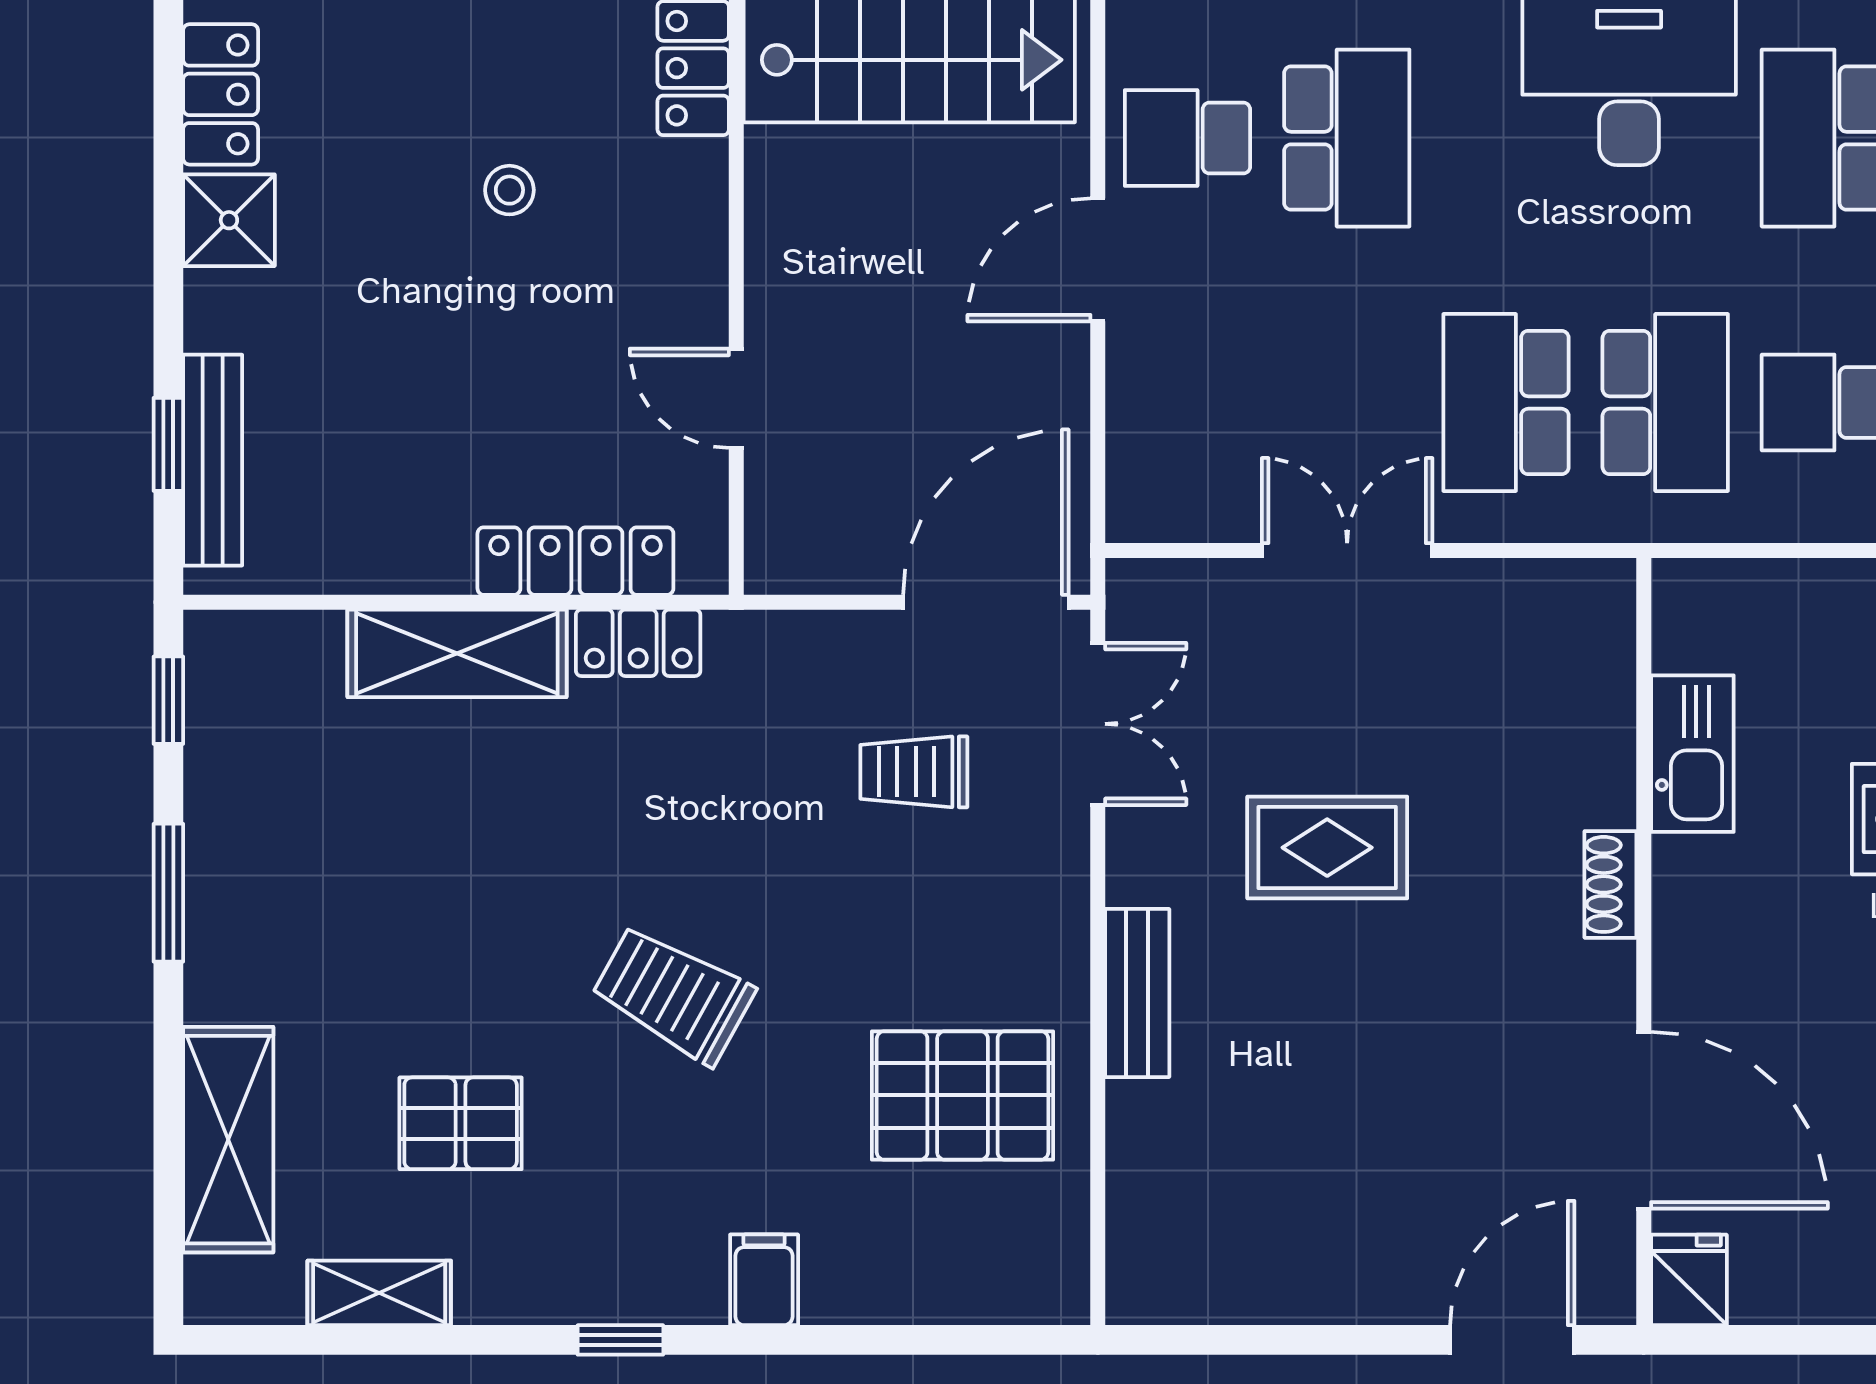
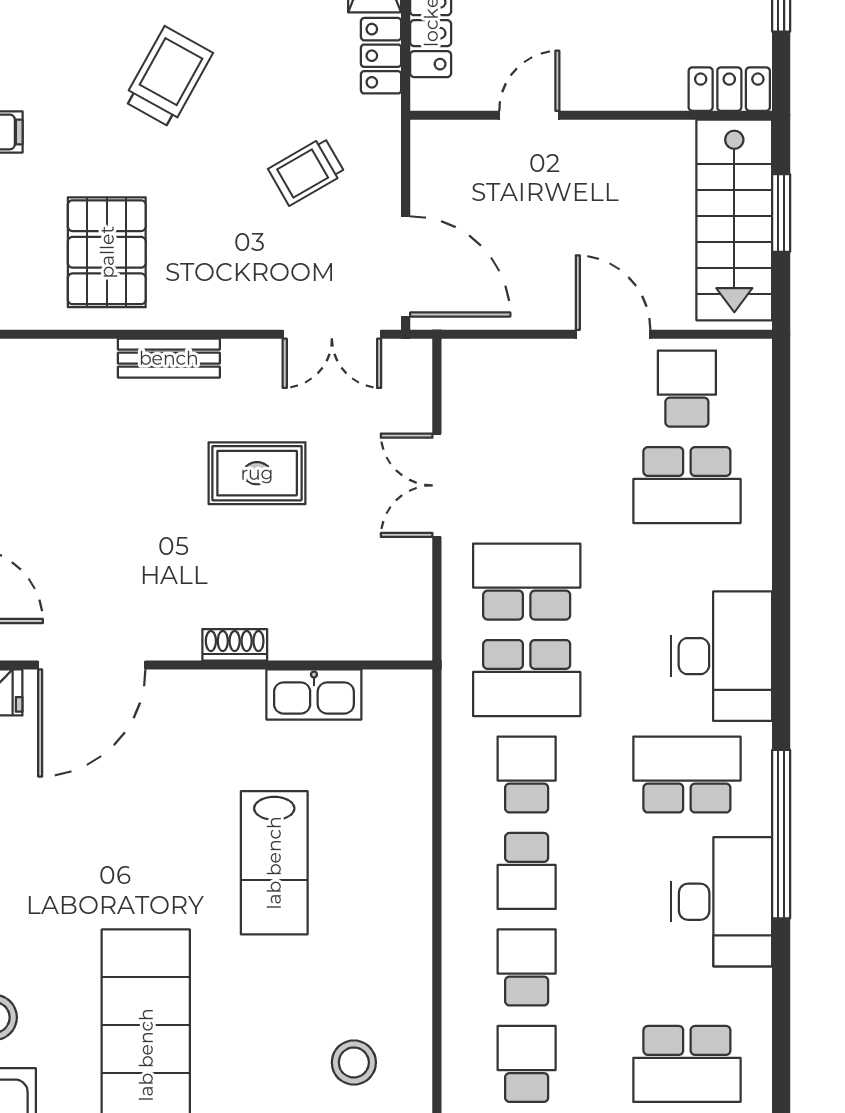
double door: (1347, 551) -> (437, 485), swing flipped
trolley: (914, 772) -> (307, 171), moved, turned -120
rug: (1327, 848) -> (257, 473), turned 90

